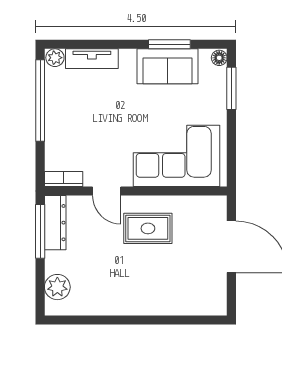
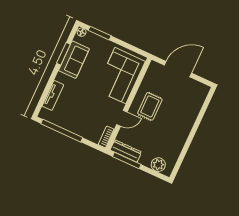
plant: (55, 58) -> (44, 114), removed

